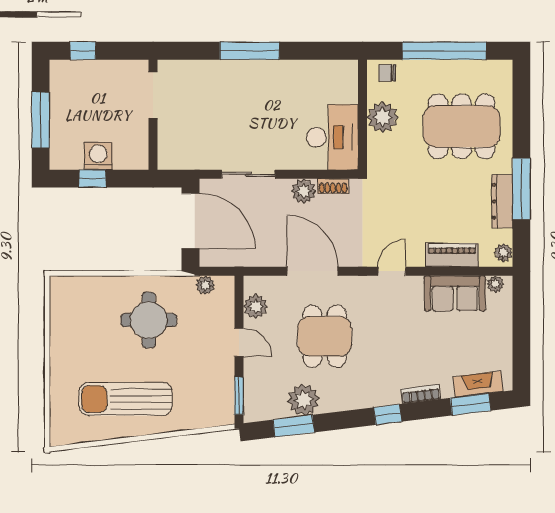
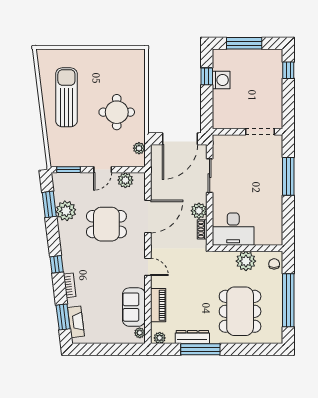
doorway: (153, 95) -> (260, 132), moved
wall: (153, 115) -> (247, 132), moved

